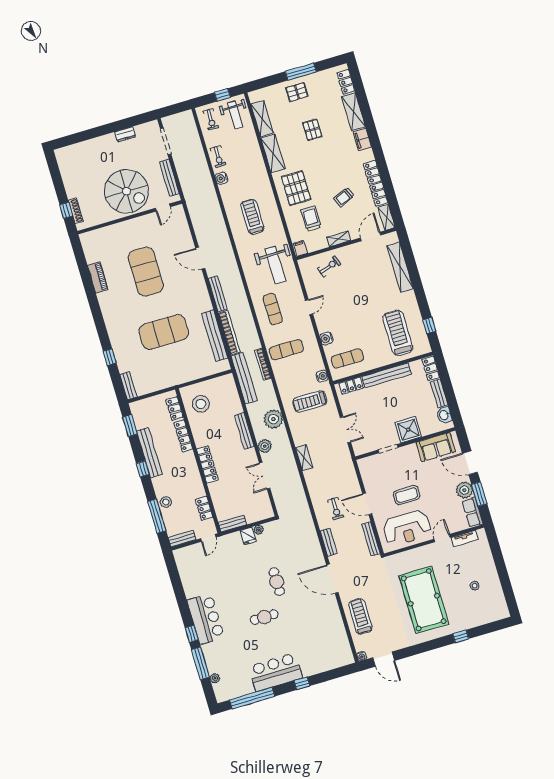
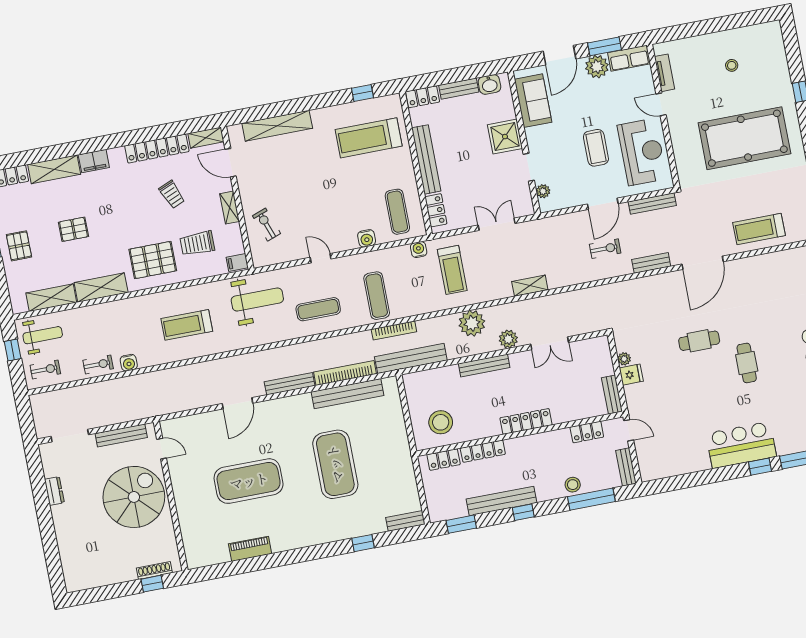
plant: (372, 460) -> (543, 191), added

